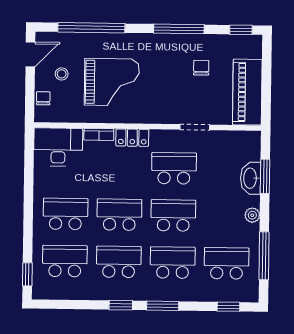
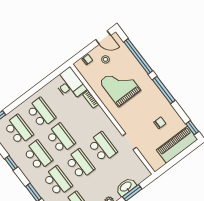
window: (179, 29) -> (164, 90), moved
grand piano: (112, 82) -> (120, 86), turned 180
piano: (247, 92) -> (177, 145), moved
locker: (132, 138) -> (101, 116), removed
window: (121, 305) -> (11, 163), moved

